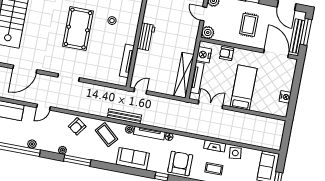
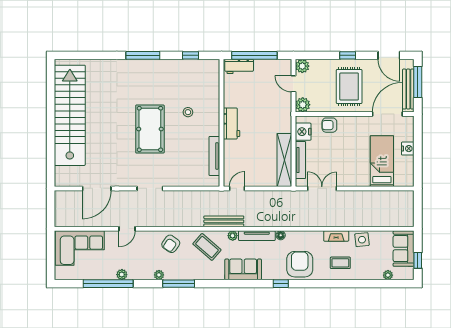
rug: (249, 25) -> (349, 86), width x1.36, depth x1.43
door: (276, 53) -> (387, 114), hinge flipped
bed: (244, 87) -> (382, 161), moved
nightstand: (285, 97) -> (408, 149), moved

